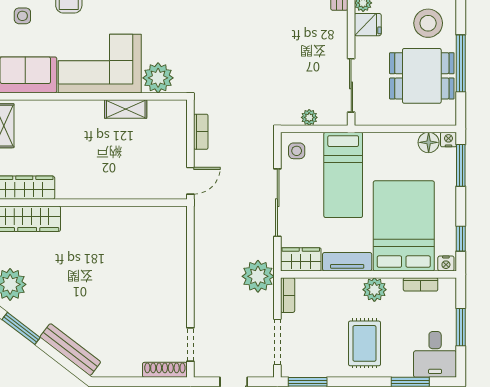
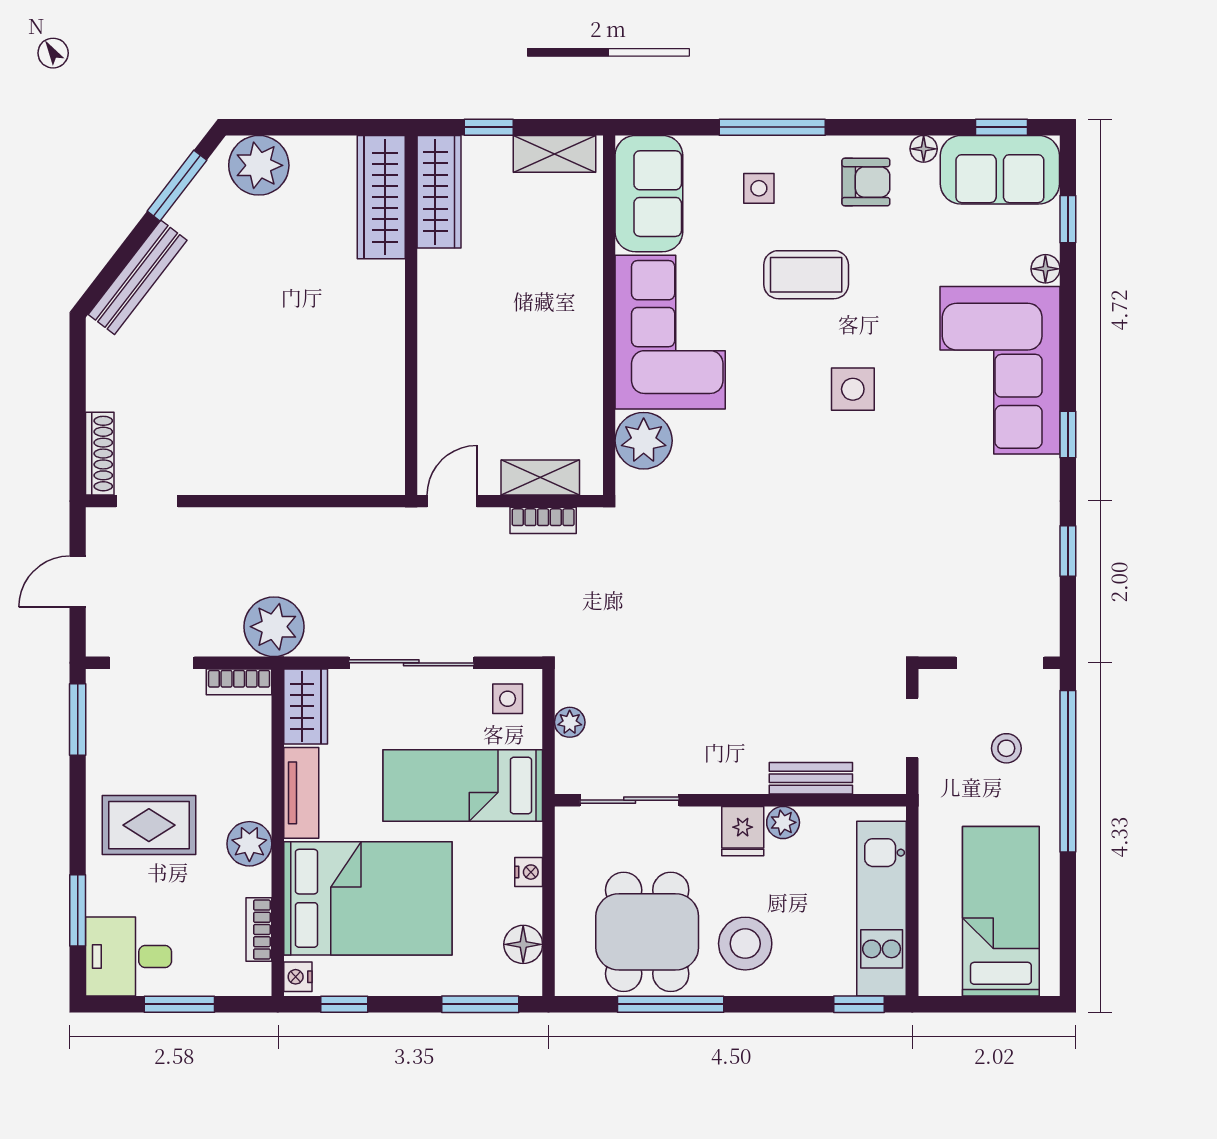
shelving: (126, 109) -> (540, 477), moved, turned 90
nightstand: (448, 140) -> (529, 872), moved
door: (190, 181) -> (452, 501), swing flipped

